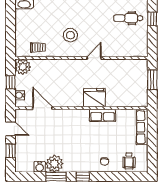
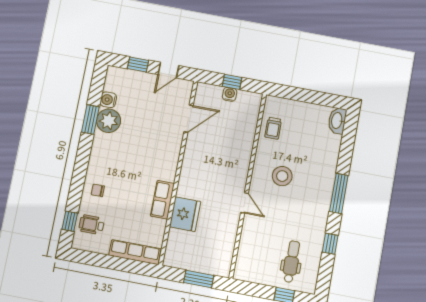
plant: (23, 67) -> (250, 102), removed
water cooler: (20, 95) -> (230, 94), moved
fridge: (94, 98) -> (185, 214), moved
window: (83, 177) -> (70, 221), moved

